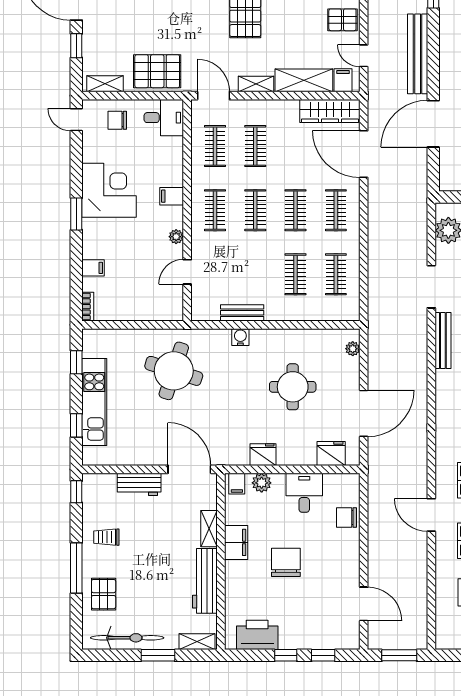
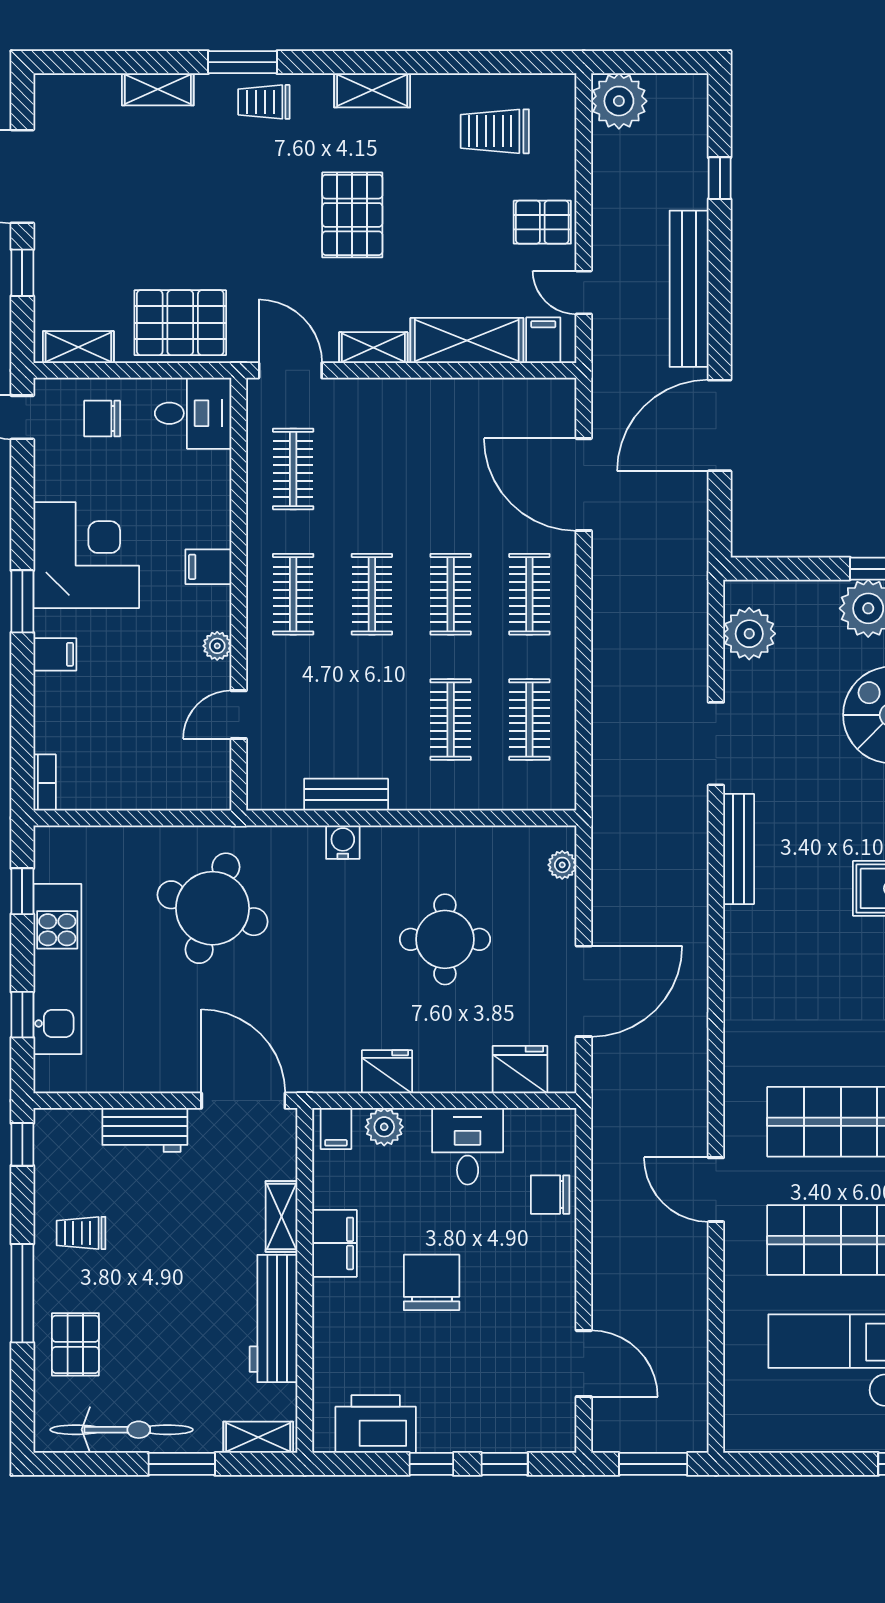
wardrobe: (330, 111) -> (518, 400), removed
clothes rail: (255, 146) -> (372, 469), removed
filing cabinet: (93, 268) -> (55, 654), moved

